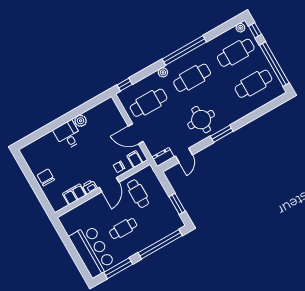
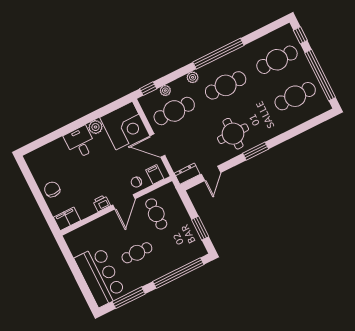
plant: (240, 28) -> (165, 91), moved
corner desk: (105, 118) -> (124, 126), added
filing cabinet: (74, 194) -> (67, 219), moved

